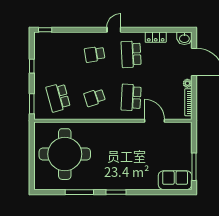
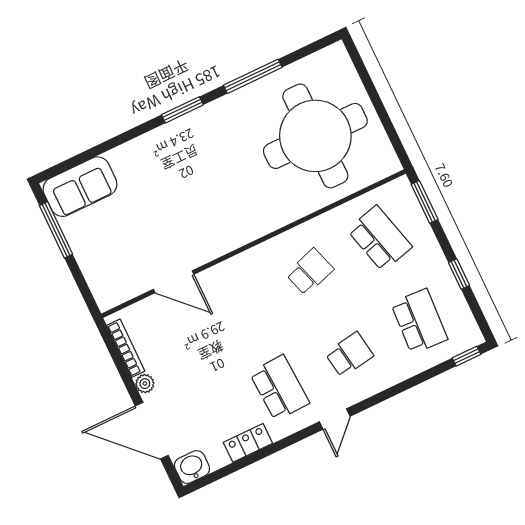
school desk: (131, 97) -> (419, 321), moved

